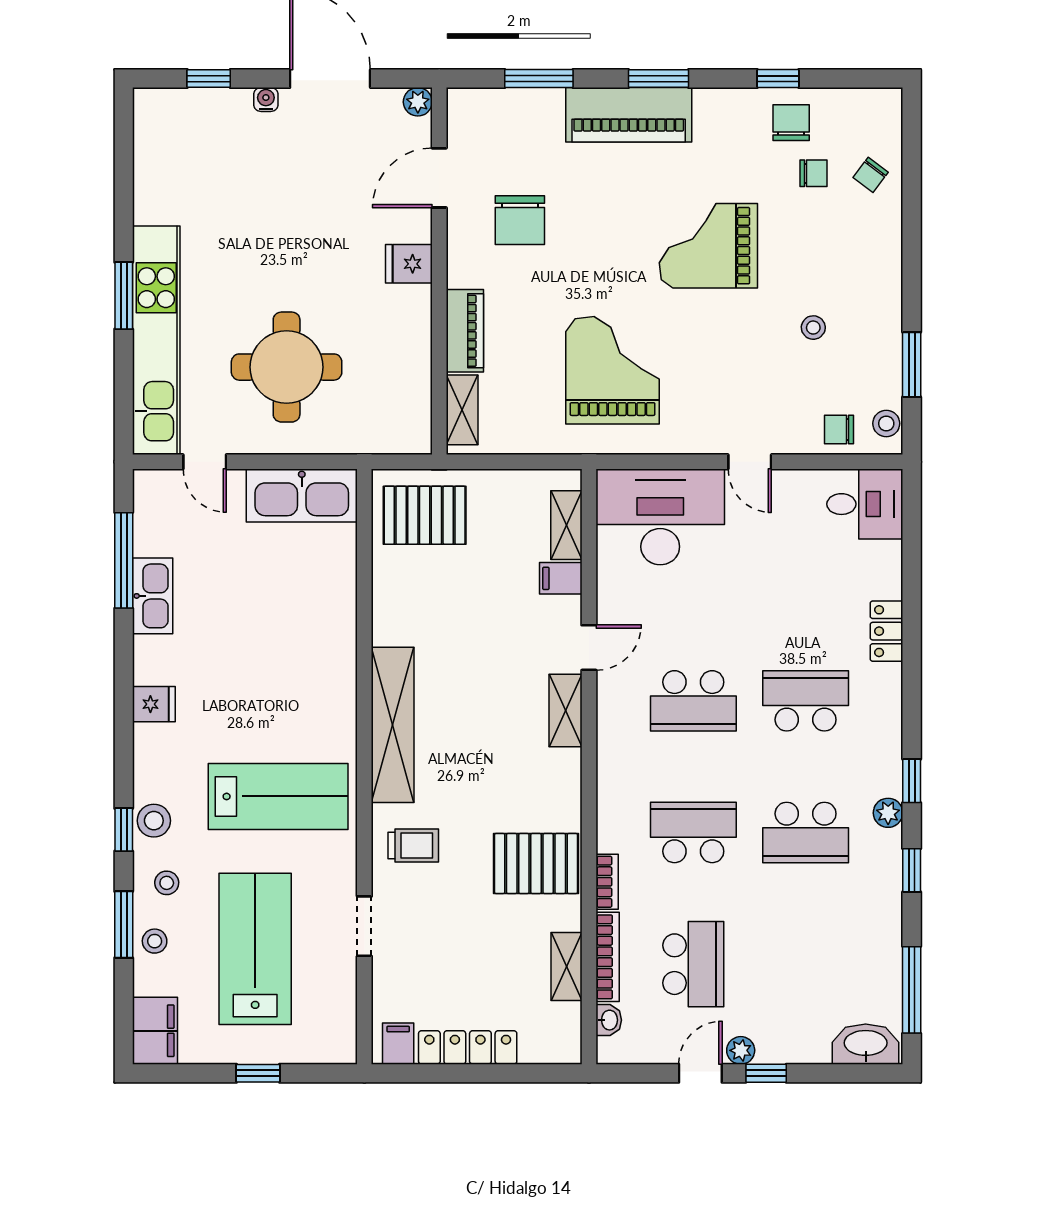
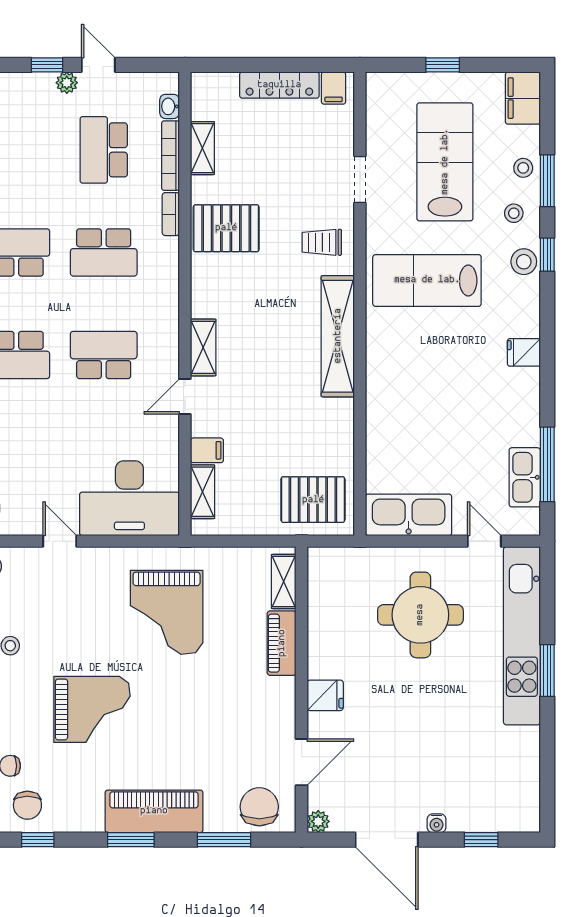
chair: (520, 220) -> (259, 807), moved
kitchen sink: (153, 596) -> (525, 477), moved
lab bench: (255, 949) -> (445, 162), turned 180
door: (700, 1073) -> (98, 65), swing flipped

